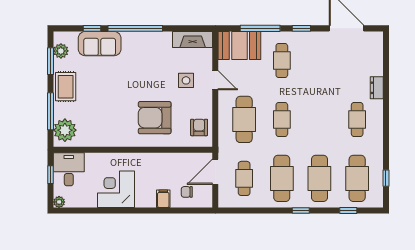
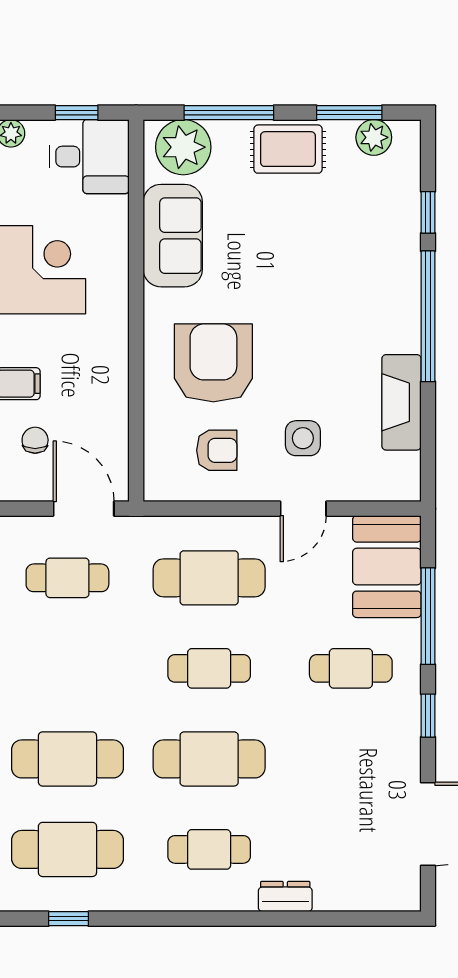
fireplace: (193, 39) -> (401, 402), moved
sofa: (100, 44) -> (173, 236), moved, turned 180
armchair: (199, 127) -> (217, 450), moved
cafe table: (282, 178) -> (209, 759), moved

